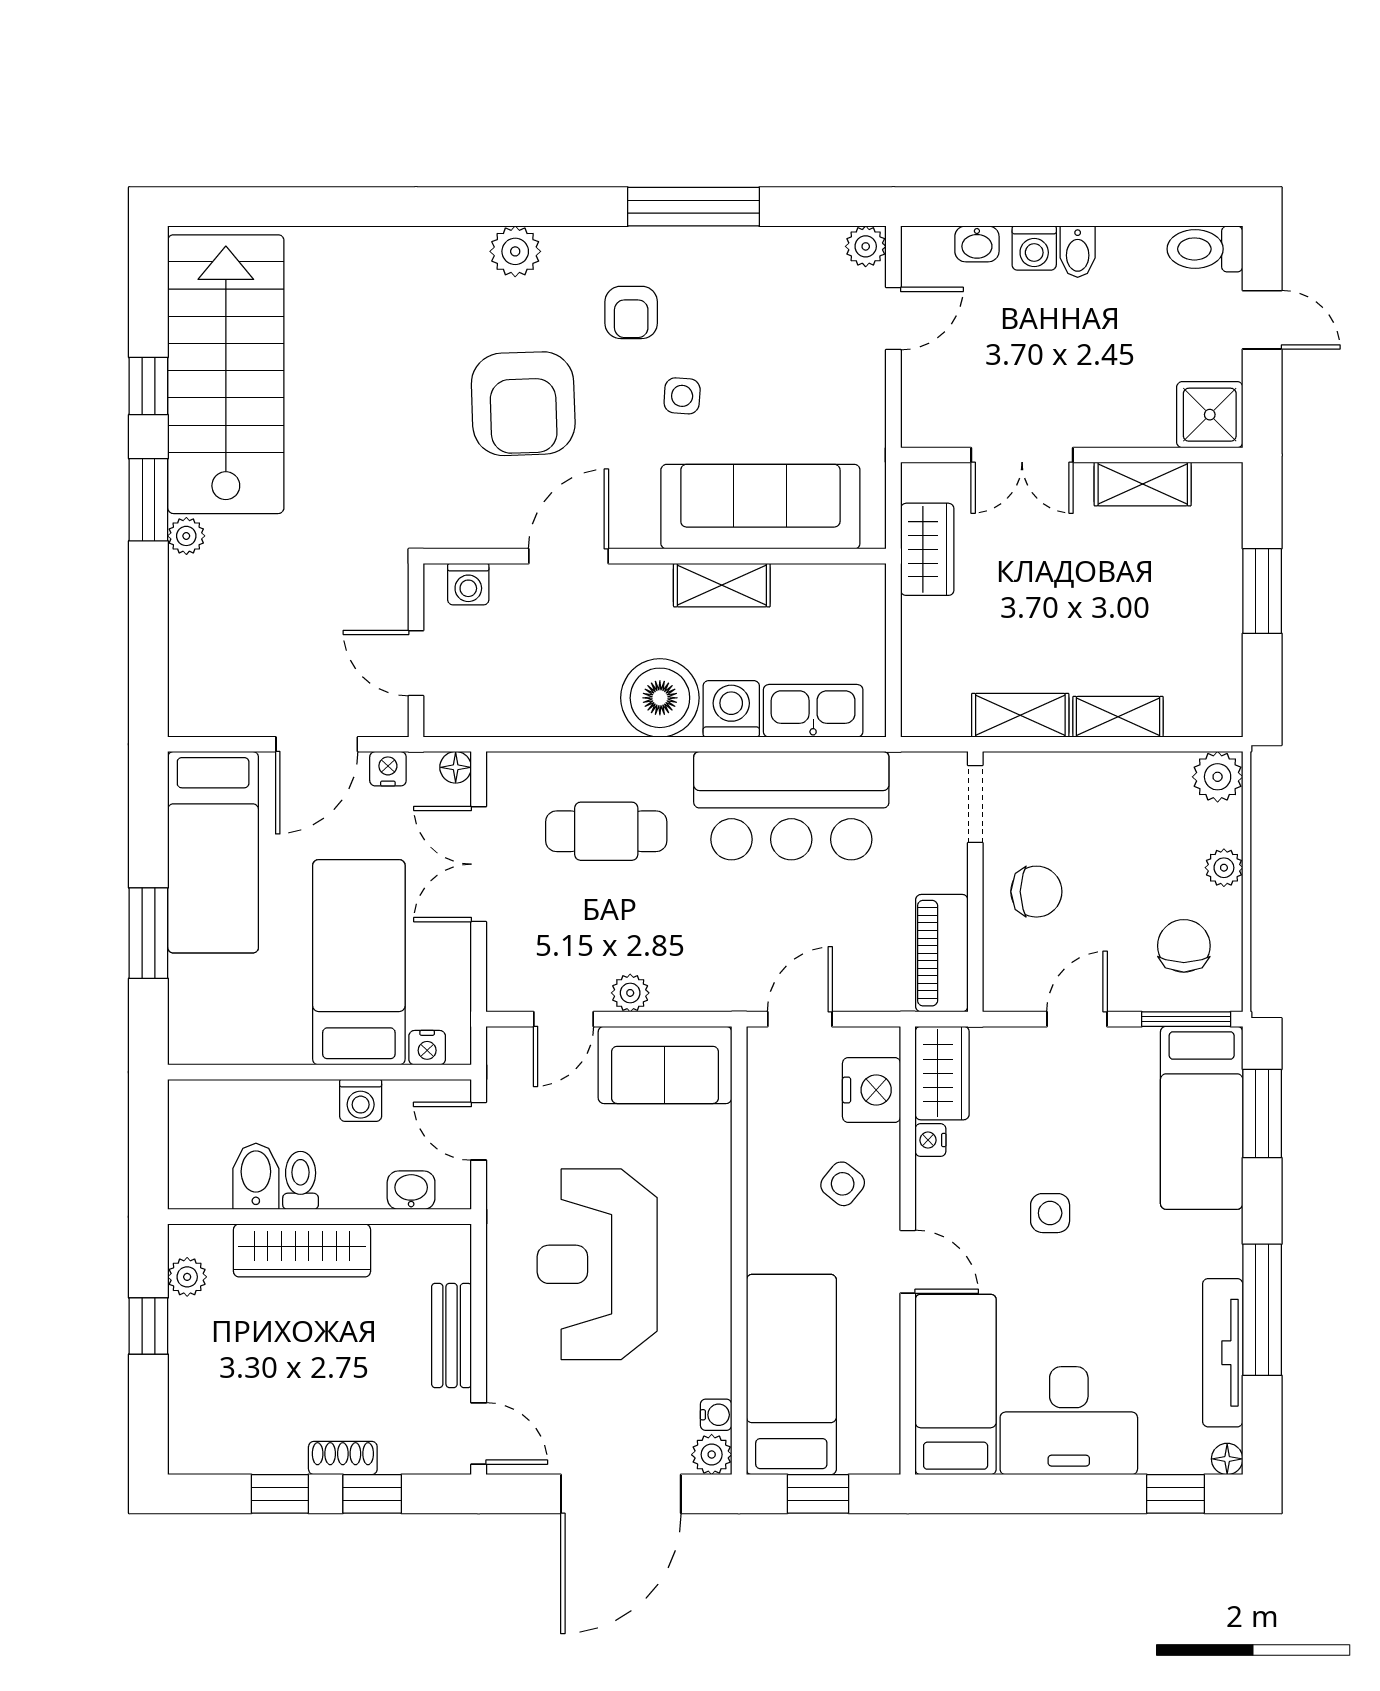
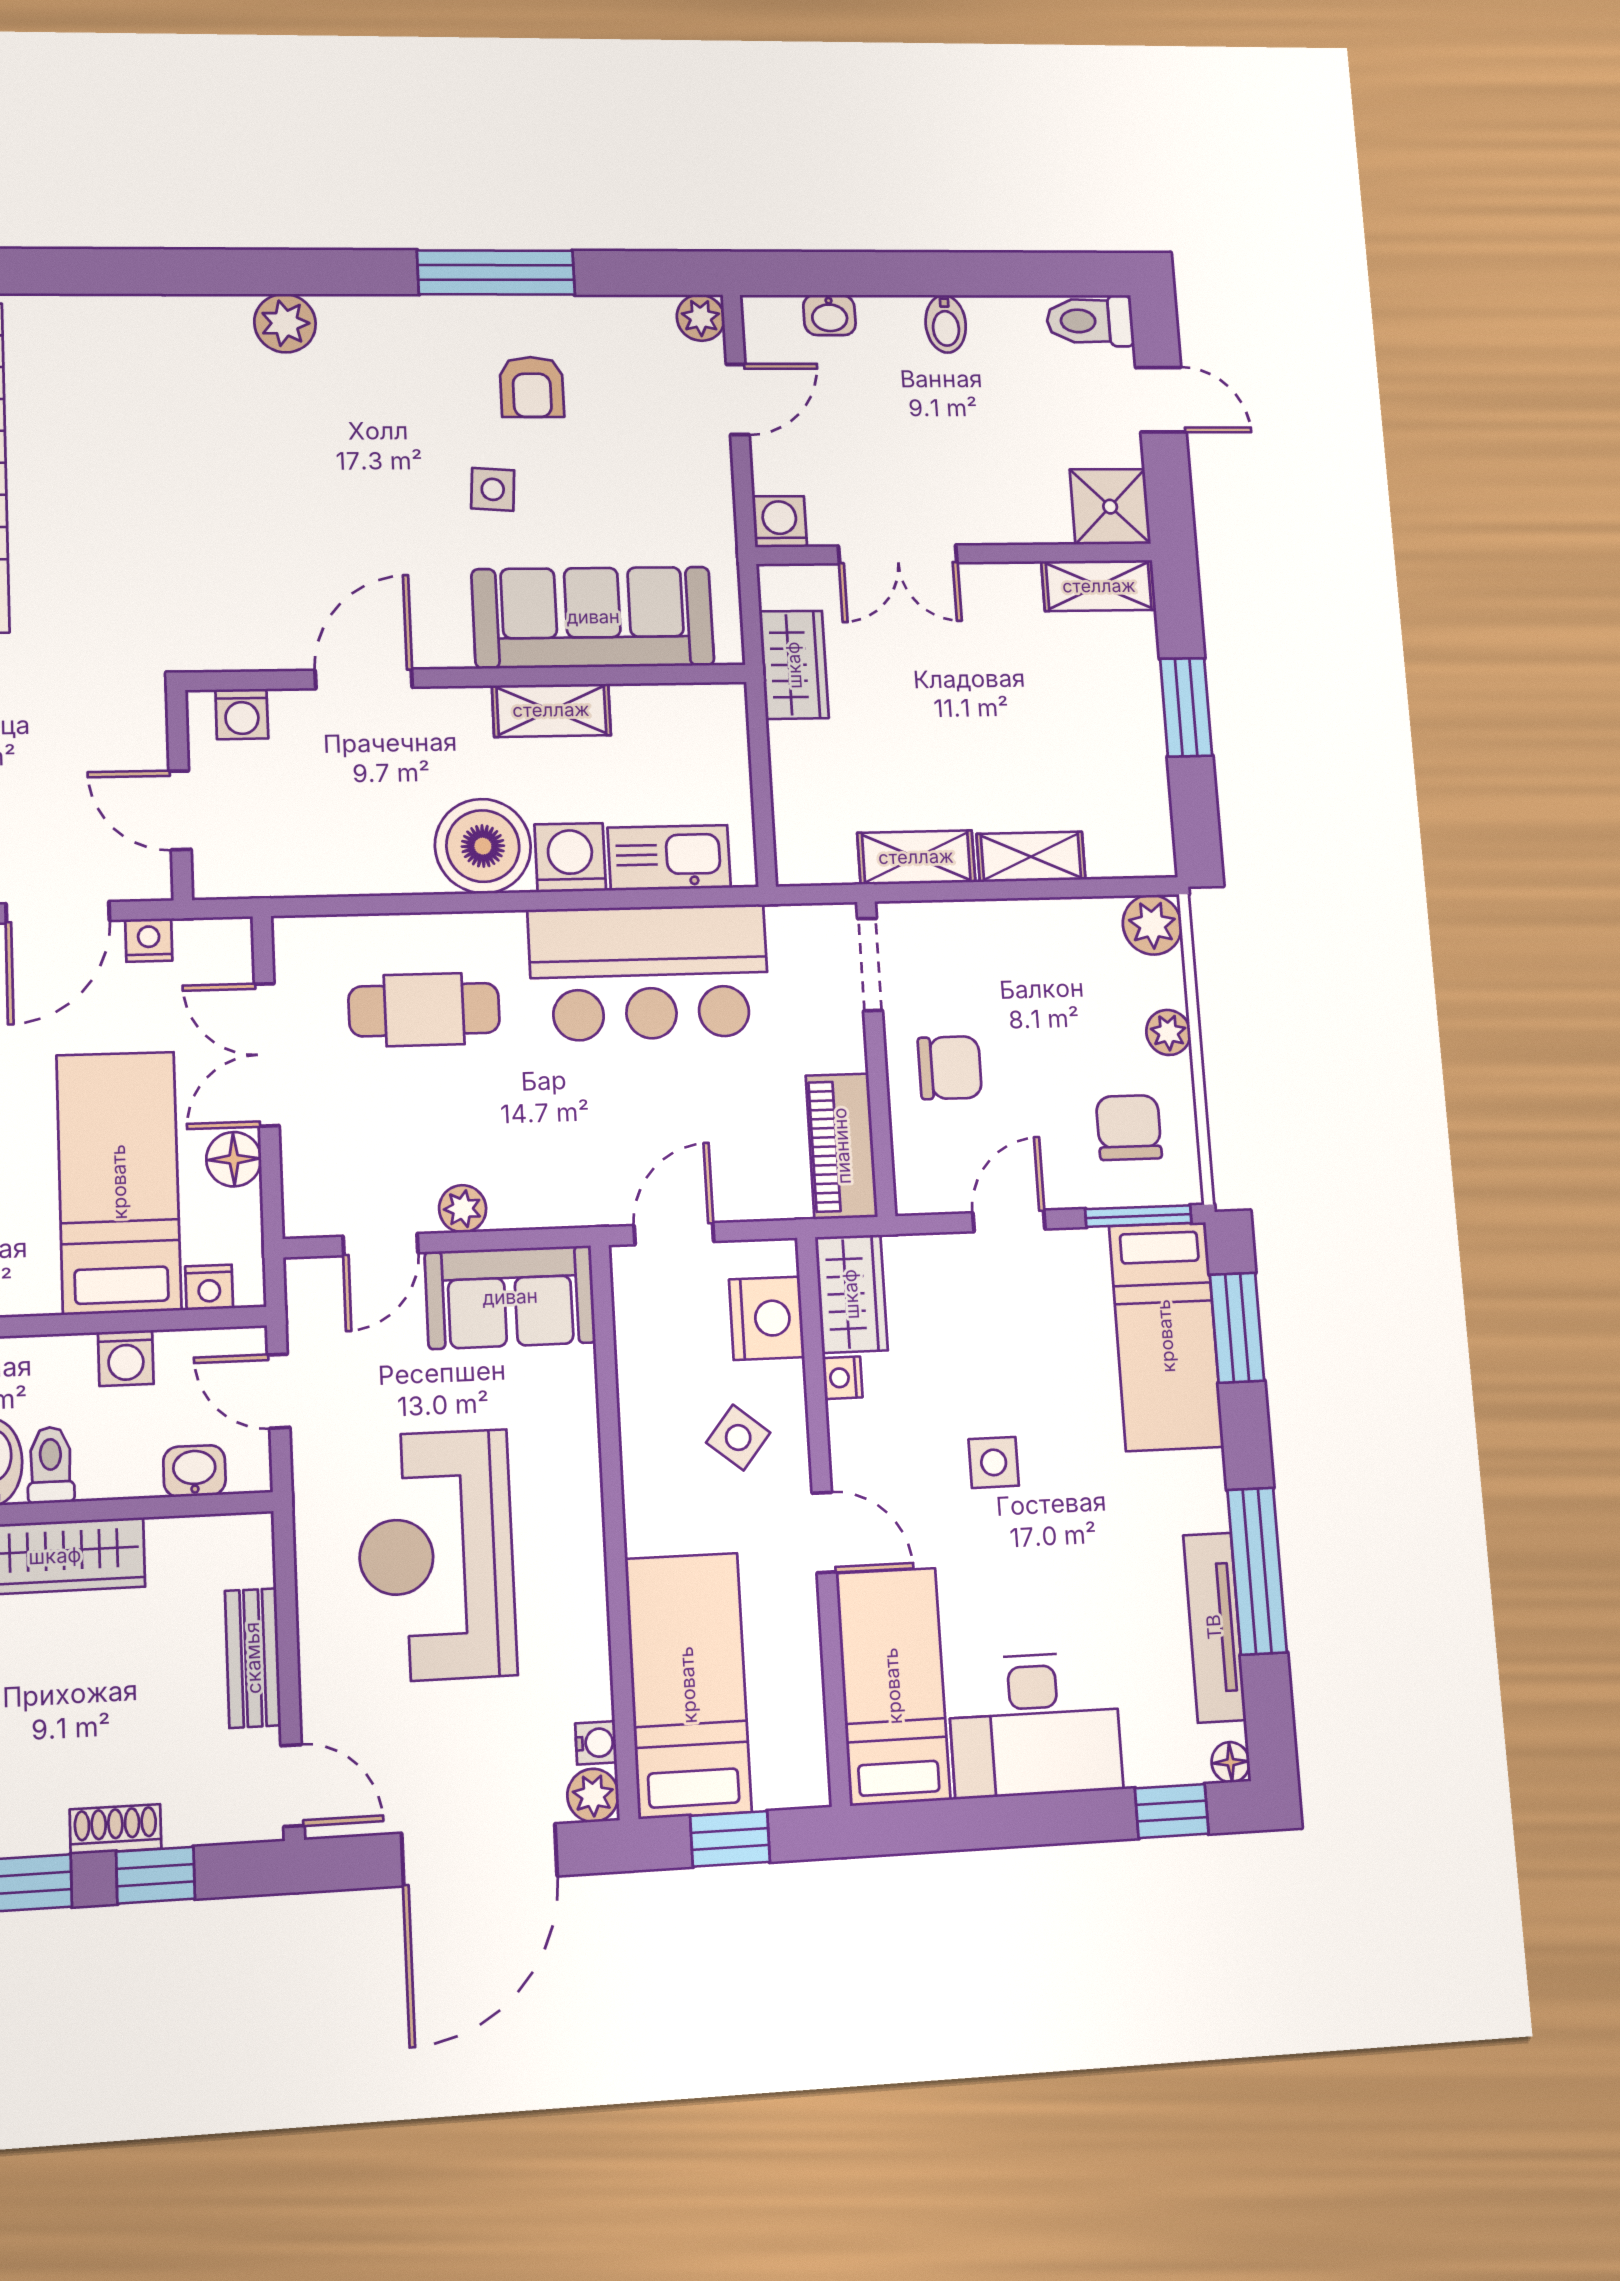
washing machine: (1034, 248) -> (780, 522), moved, turned 180
armchair: (631, 312) -> (532, 387), moved
armchair: (523, 404) -> (301, 500), removed
shelving: (1143, 484) -> (1099, 586), moved
floor lamp: (456, 767) -> (234, 1159), moved, width x1.37, depth x1.37

